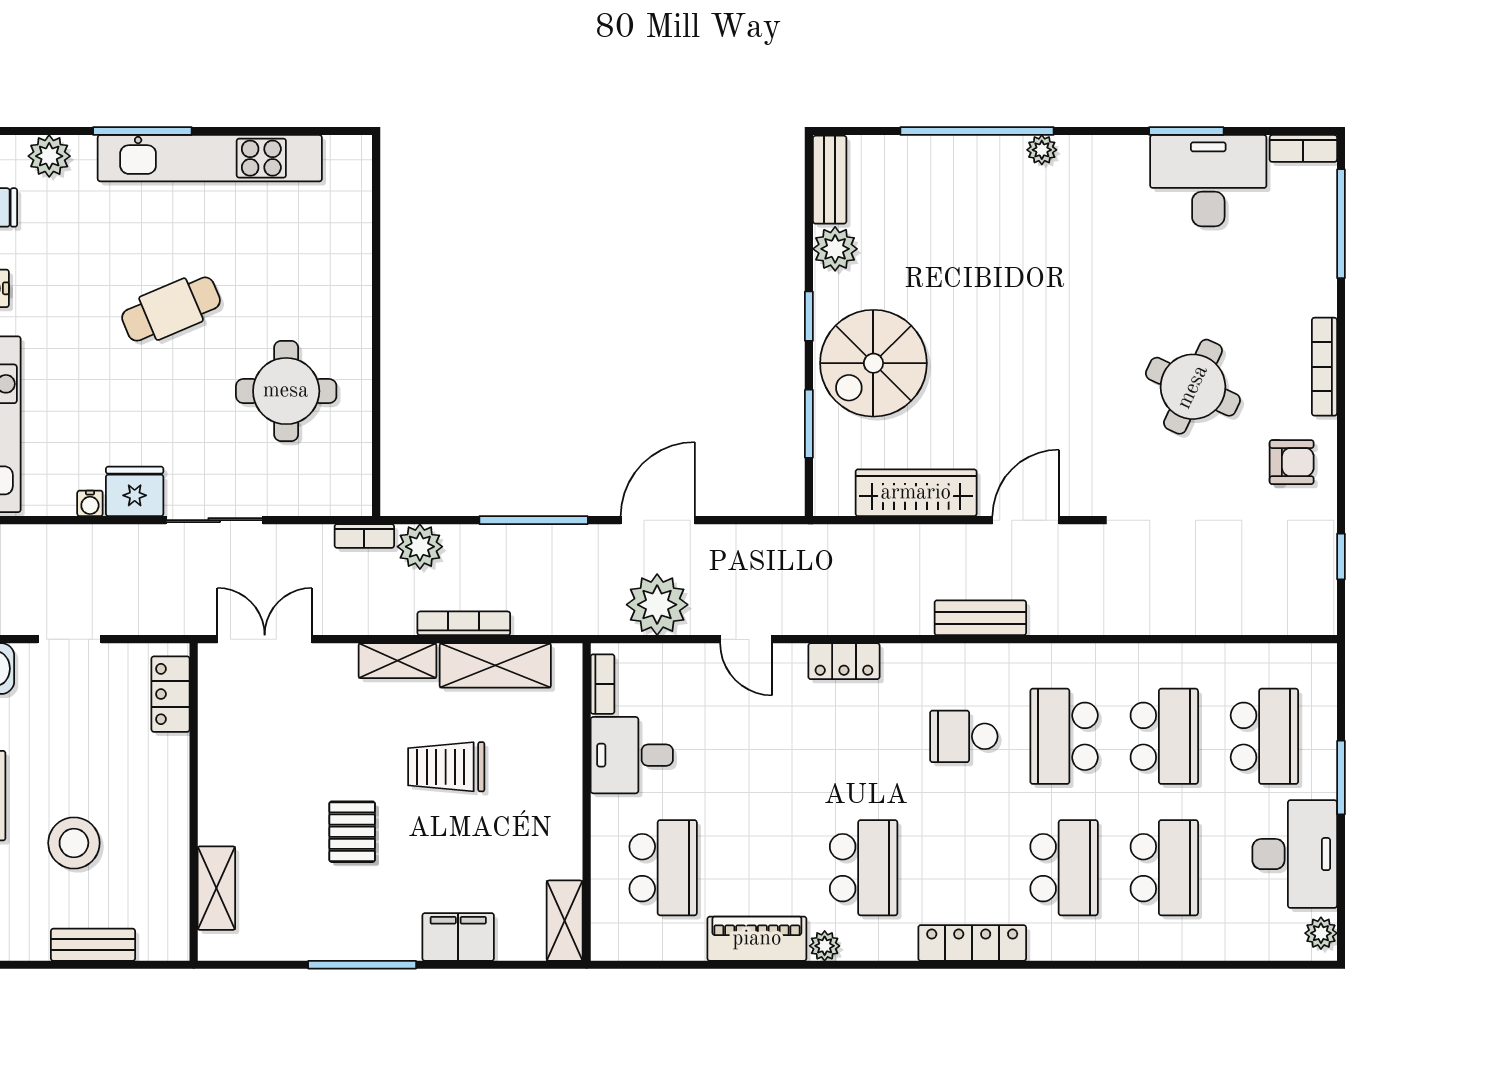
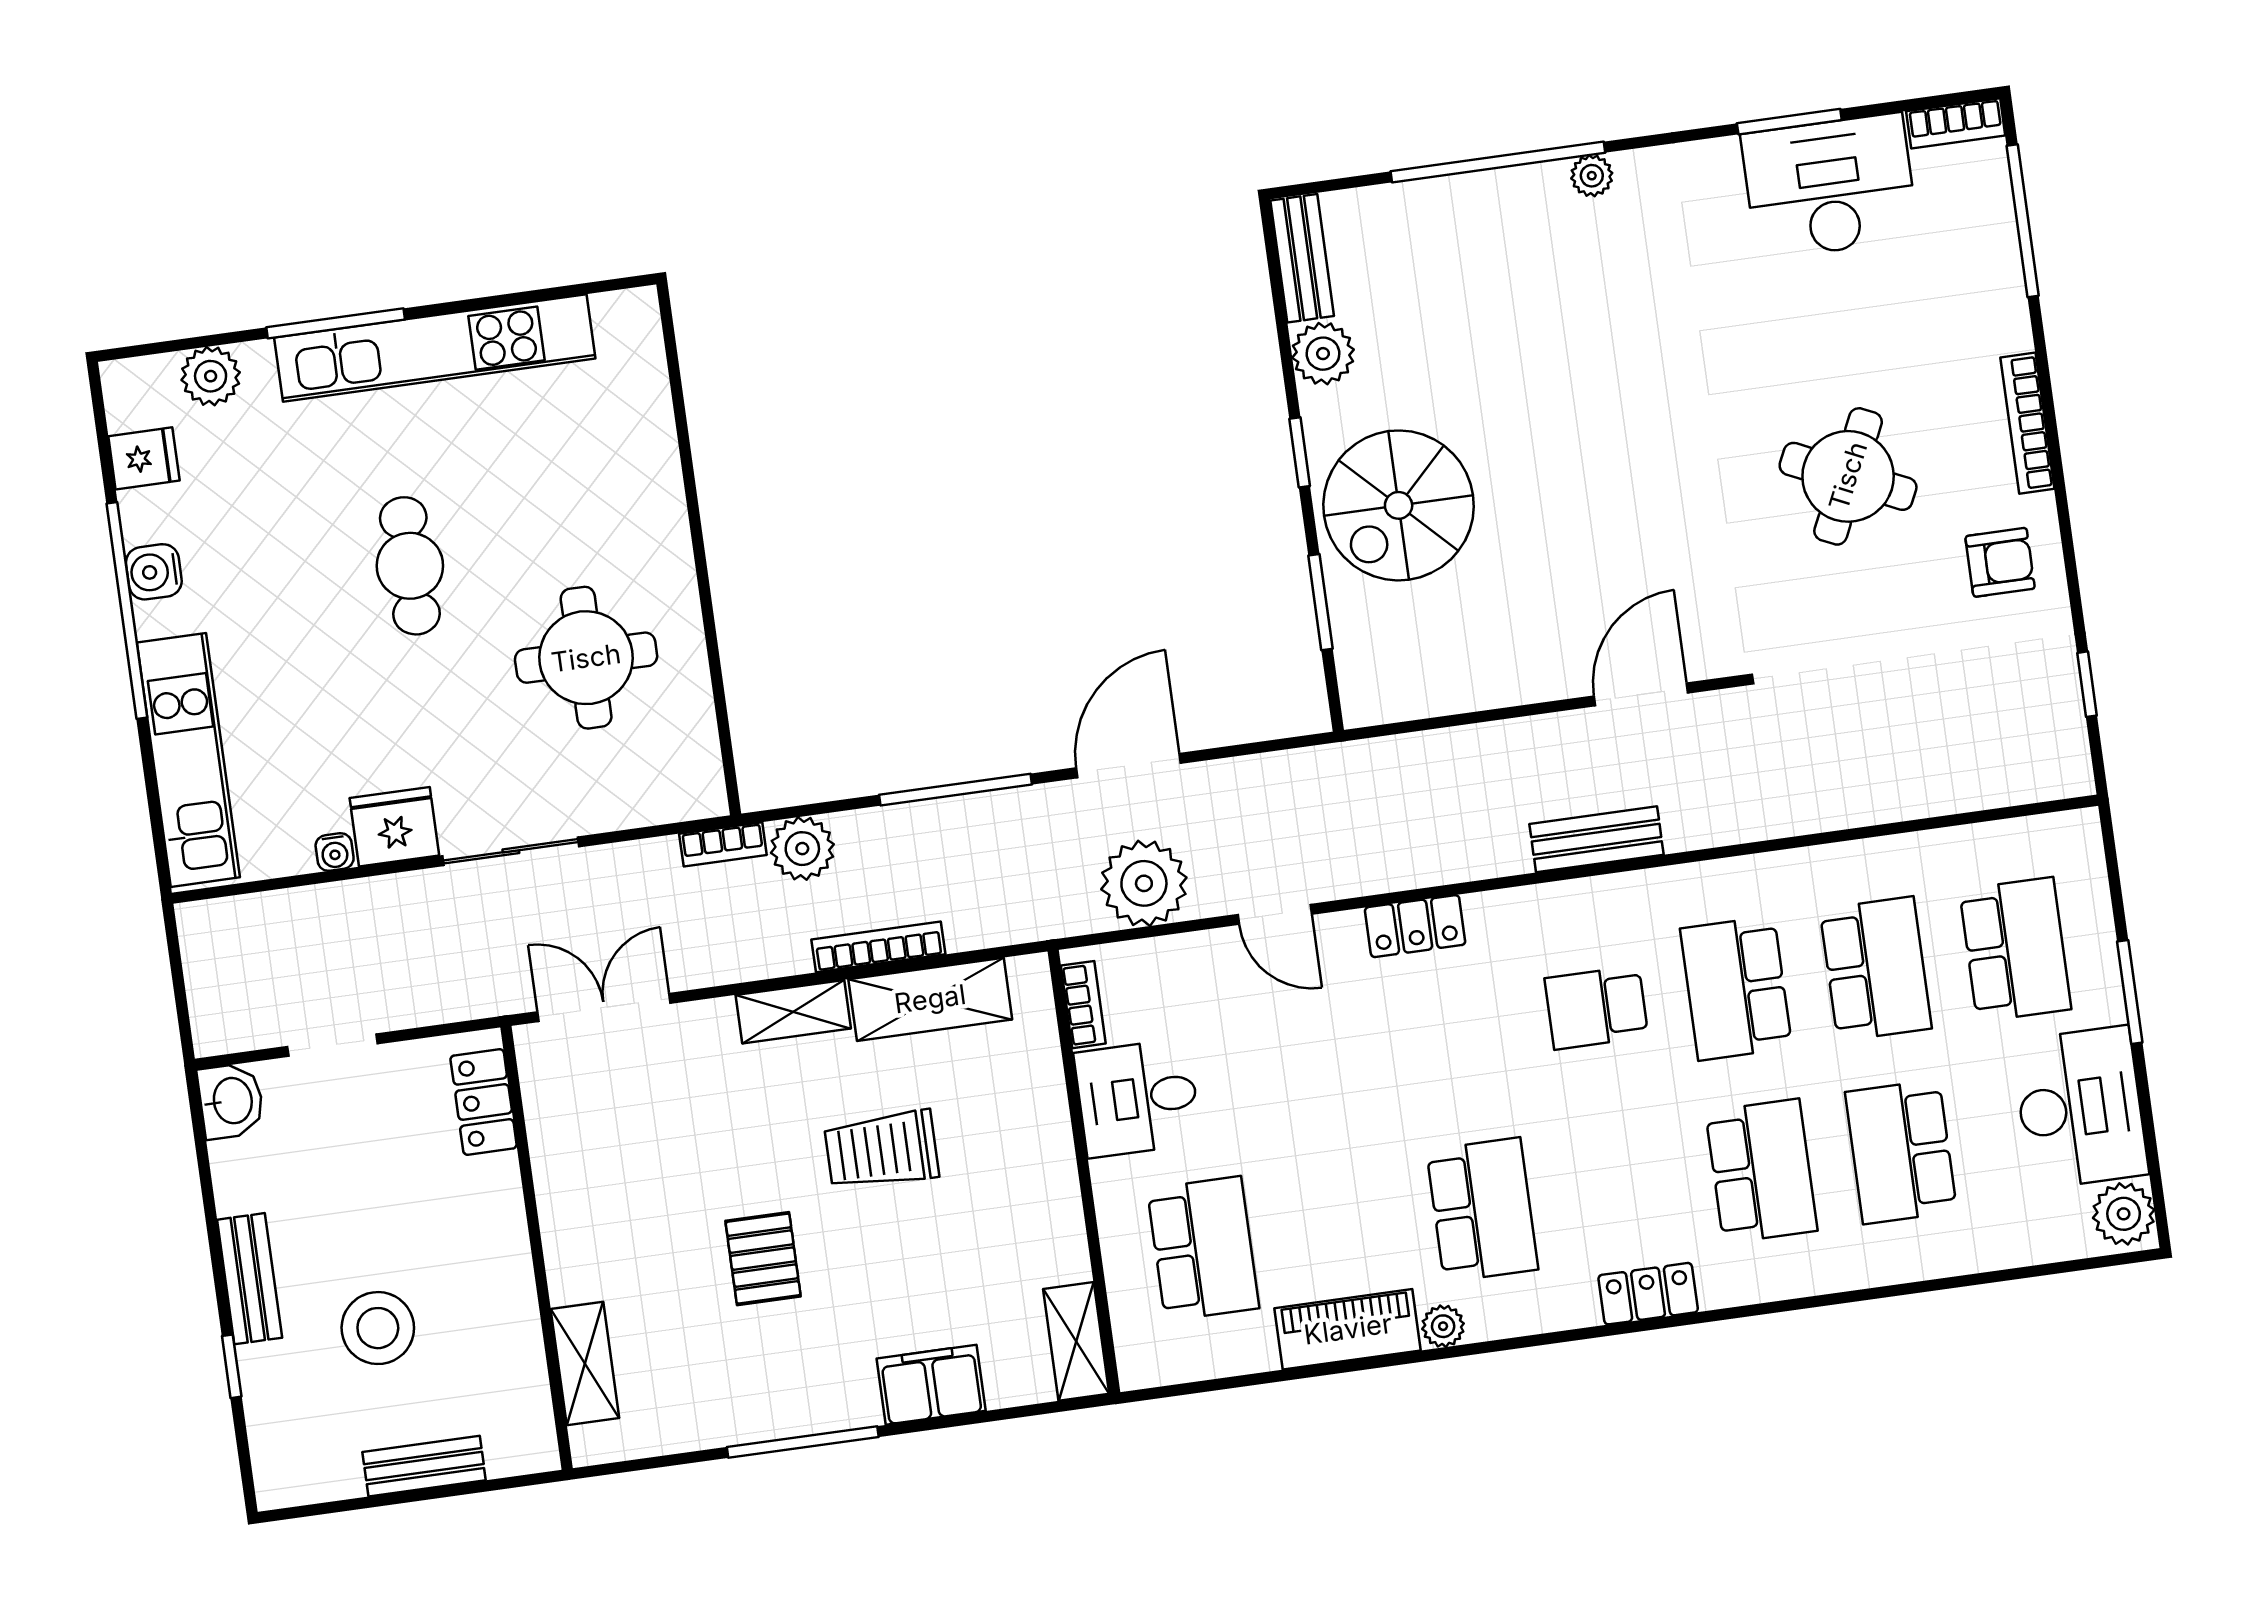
cafe table: (171, 309) -> (410, 566), turned -67
wardrobe: (916, 493) -> (1483, 678), removed
school desk: (1164, 868) -> (1901, 1152), turned 180
plant: (1321, 933) -> (2124, 1214), width x1.38, depth x1.38
locker: (972, 943) -> (1648, 1294), width x0.66

